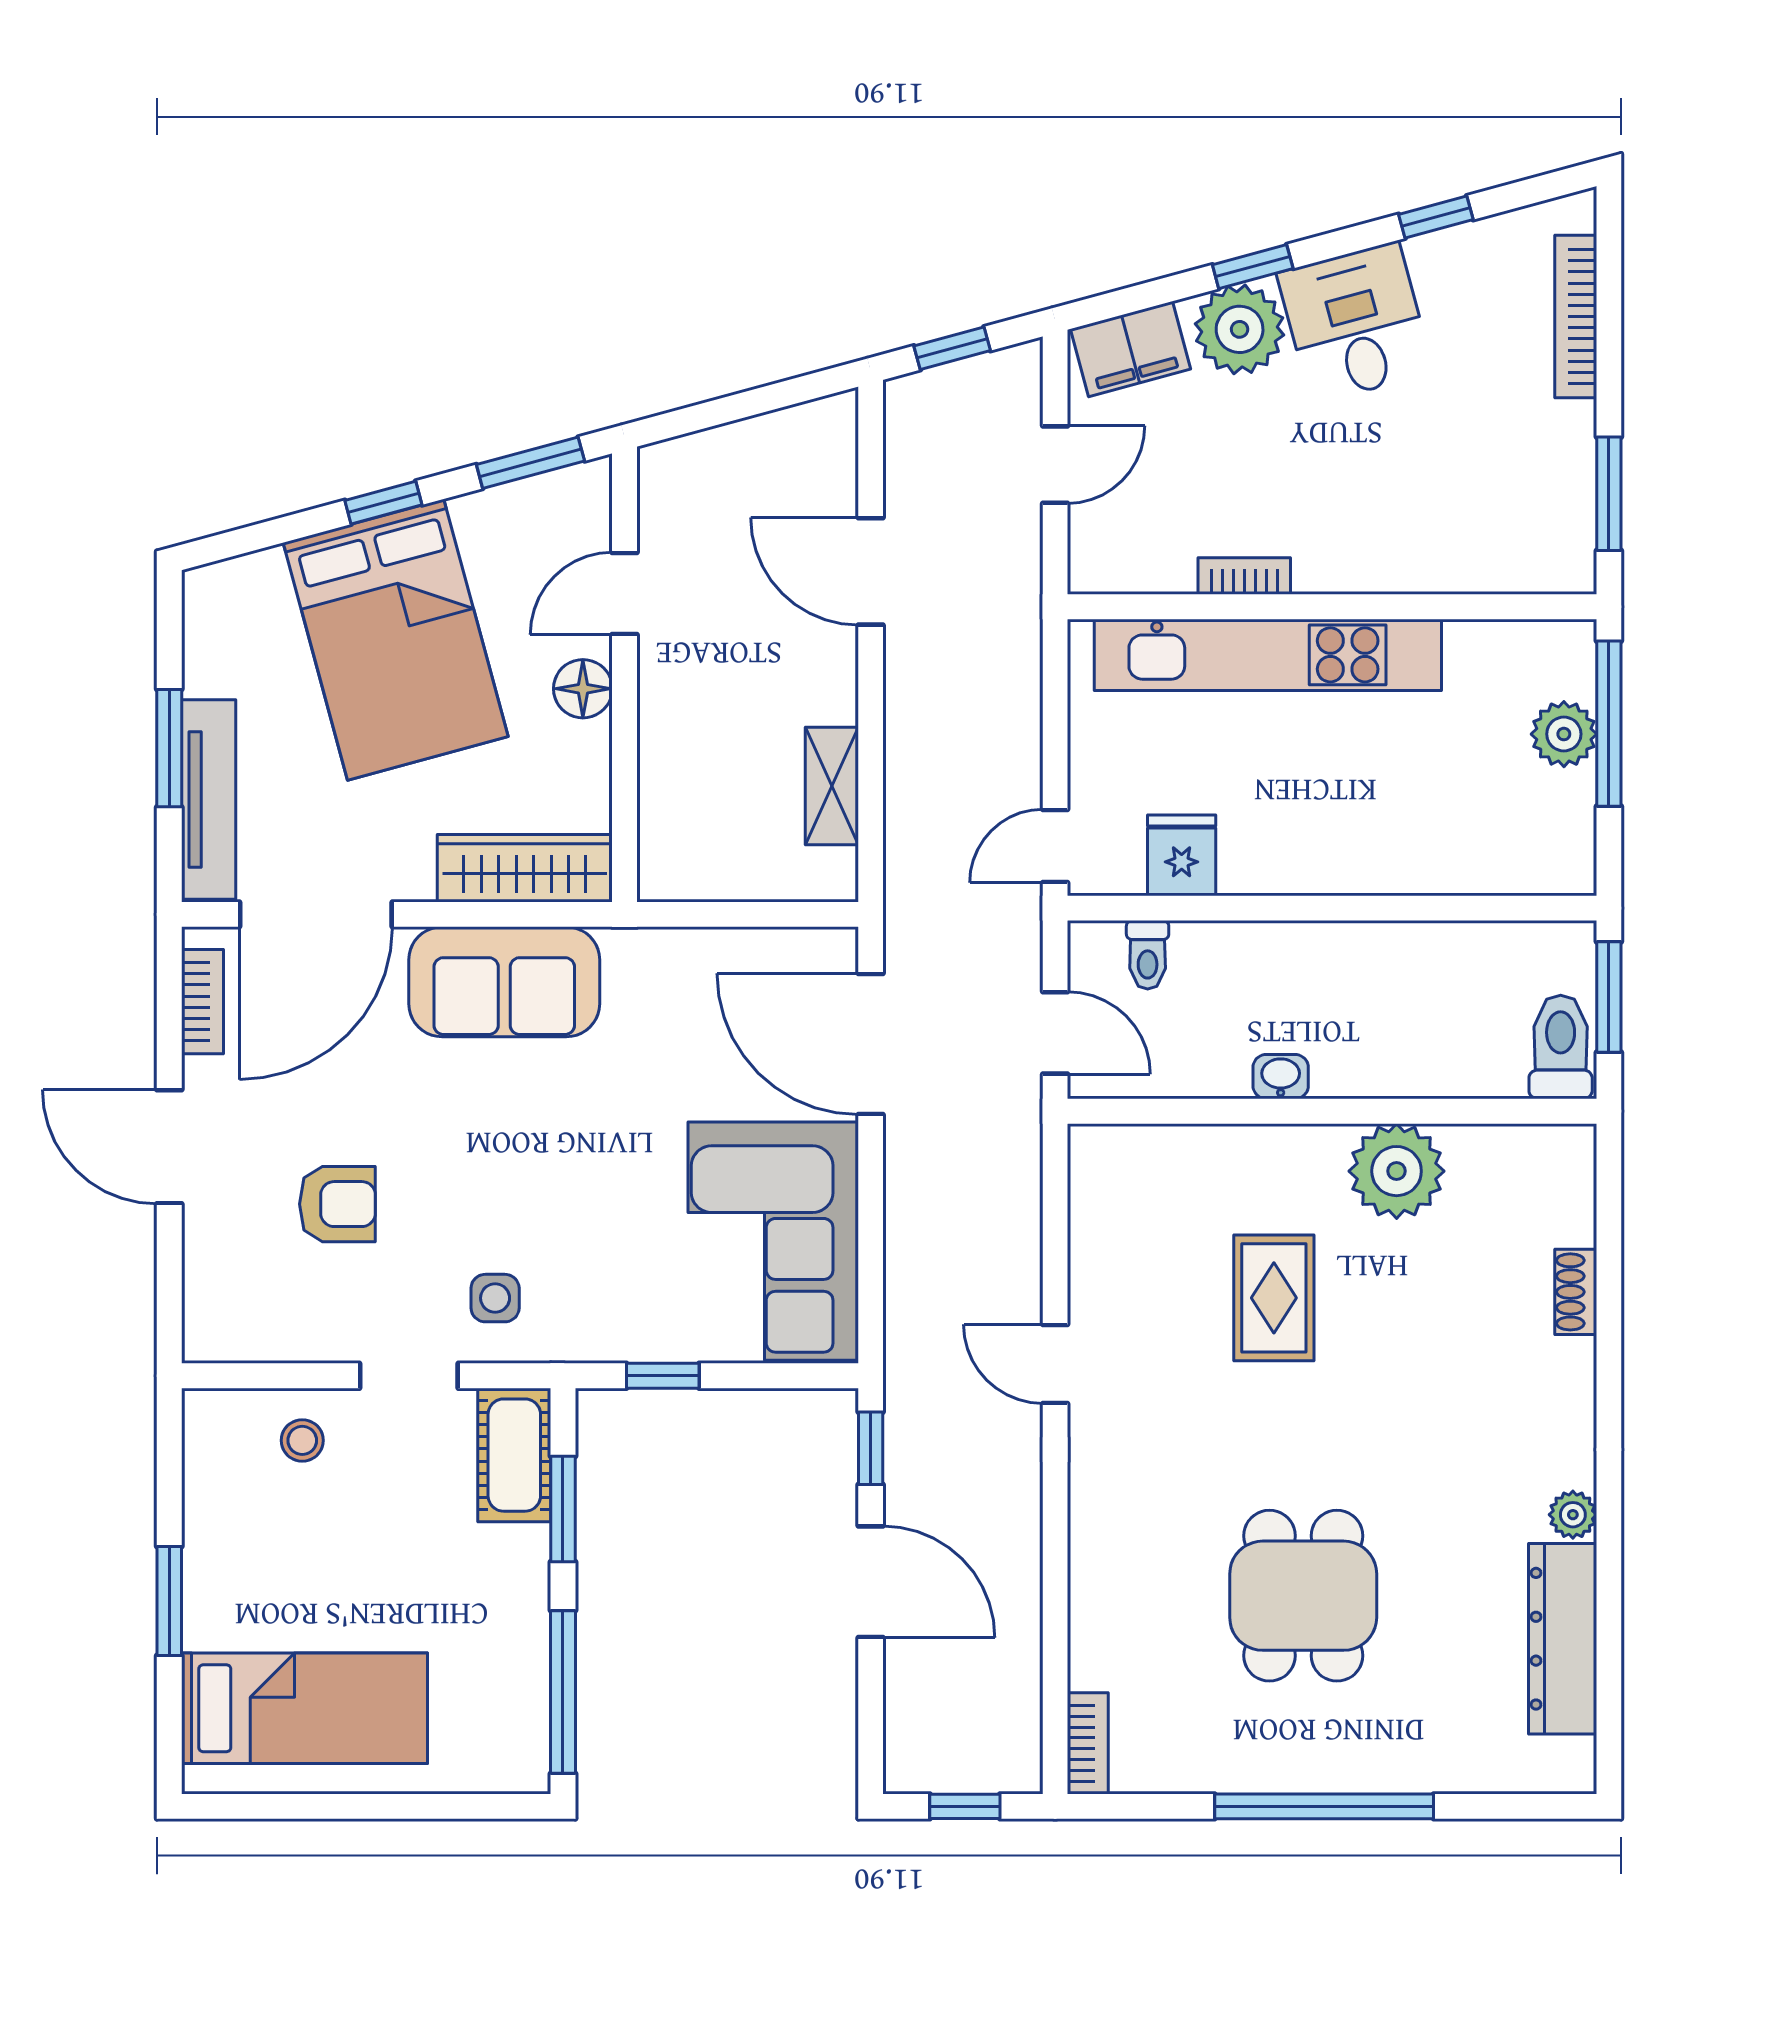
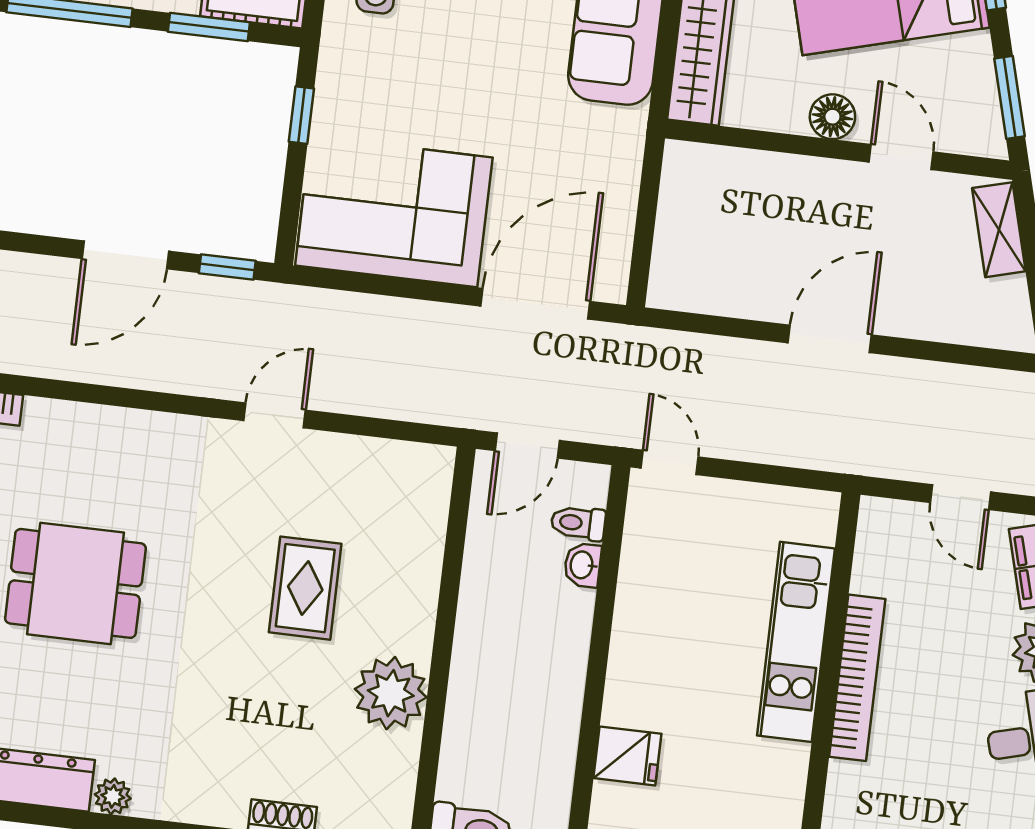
door: (871, 571) -> (830, 339), moved
bookcase: (1244, 576) -> (857, 678), width x2.31, depth x1.31
kitchen unit: (1268, 655) -> (796, 642), width x0.73
shelving: (832, 786) -> (999, 230), moved, turned 75
fridge: (1182, 855) -> (627, 756), moved
washbasin: (1281, 1077) -> (583, 565), moved, turned 180
rug: (1274, 1298) -> (305, 588), turned 90

